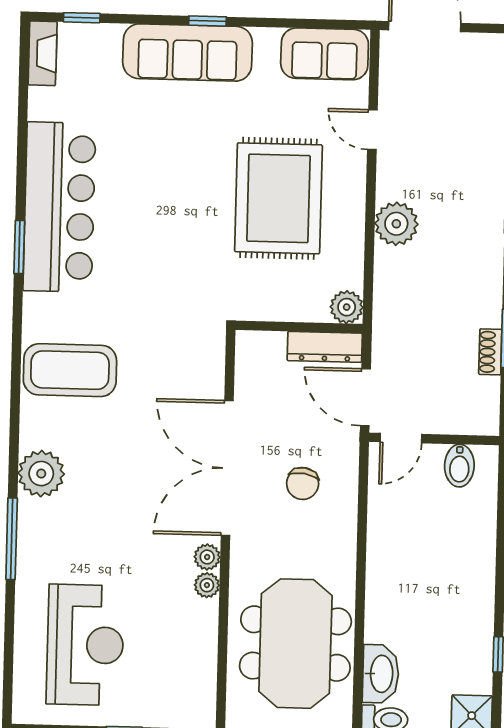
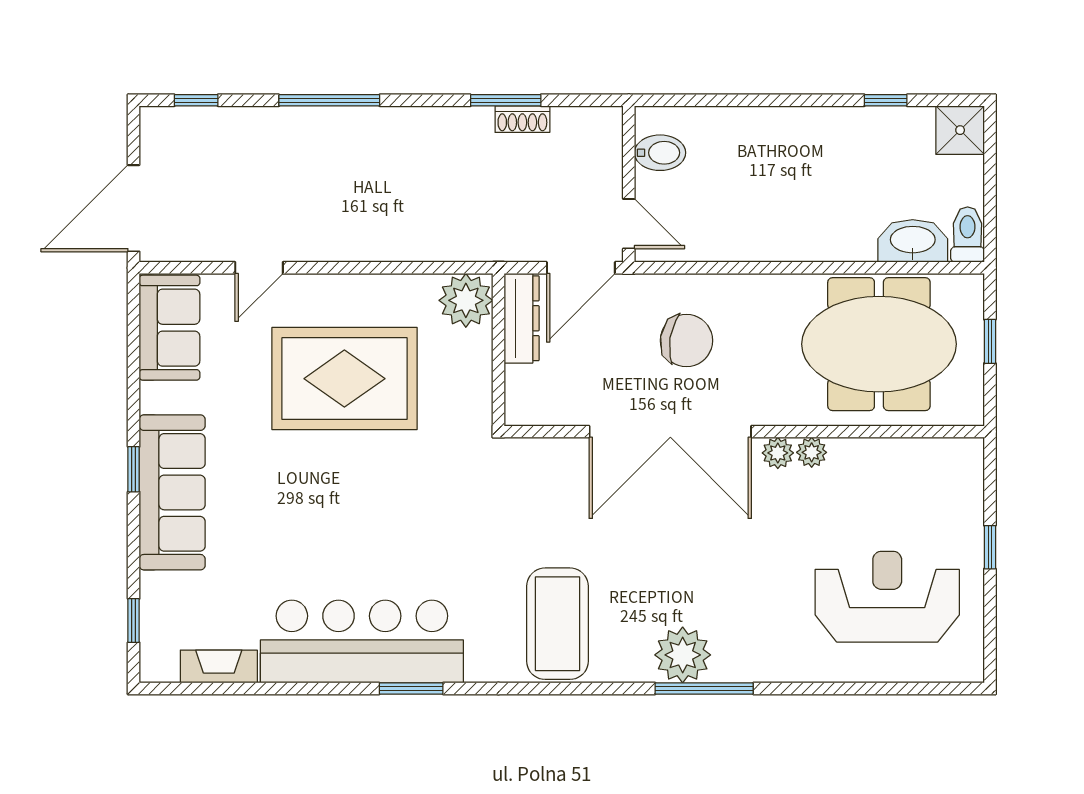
fireplace: (43, 53) -> (219, 667), moved
plant: (396, 224) -> (371, 236), removed
plant: (347, 307) -> (466, 300), width x1.36, depth x1.36
chair: (303, 483) -> (686, 341), width x1.37, depth x1.37
window: (12, 539) -> (704, 689), moved

